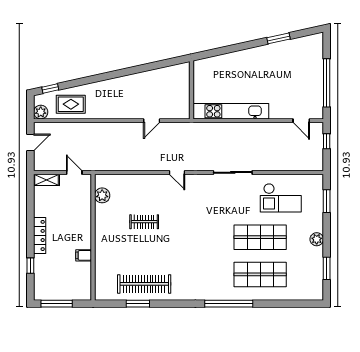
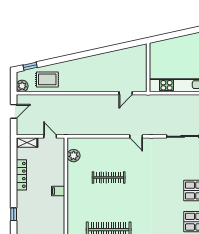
door: (152, 121) -> (126, 93), moved
clothes rail: (144, 222) -> (109, 177), width x1.36
locker: (40, 235) -> (21, 175), moved
filing cabinet: (84, 255) -> (58, 191), moved

